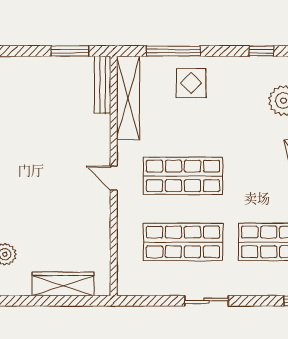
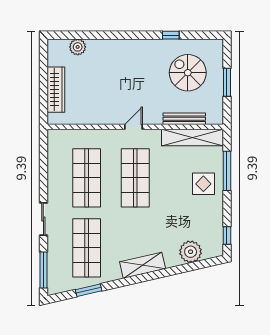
window: (70, 51) -> (227, 82), moved
bench: (103, 85) -> (184, 119), moved
spiral stairs: (40, 104) -> (188, 73), added
sliding door: (206, 301) -> (43, 219), moved

